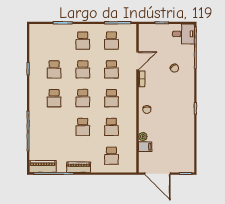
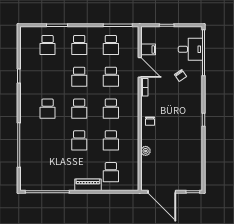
desk: (183, 34) -> (190, 49), moved
door: (137, 61) -> (140, 67), hinge flipped
school desk: (54, 69) -> (48, 45), moved
filing cabinet: (145, 147) -> (148, 49), moved
piano: (43, 166) -> (35, 184), removed
piano: (79, 167) -> (88, 185), moved

